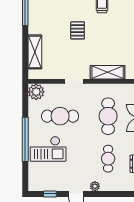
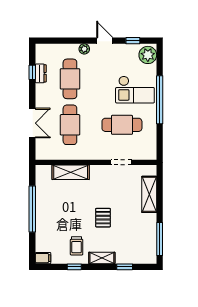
doorway: (74, 81) -> (121, 162), moved
plant: (36, 92) -> (148, 55), moved
checkout: (48, 149) -> (135, 90), turned 180
cafe table: (108, 159) -> (70, 79), width x1.37, depth x1.35

